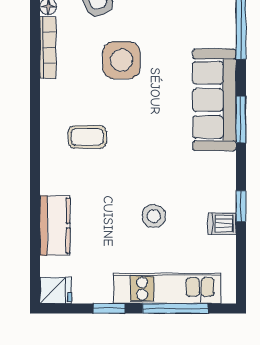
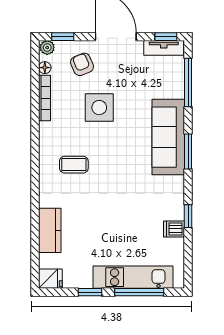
stool: (154, 216) -> (123, 223), removed

